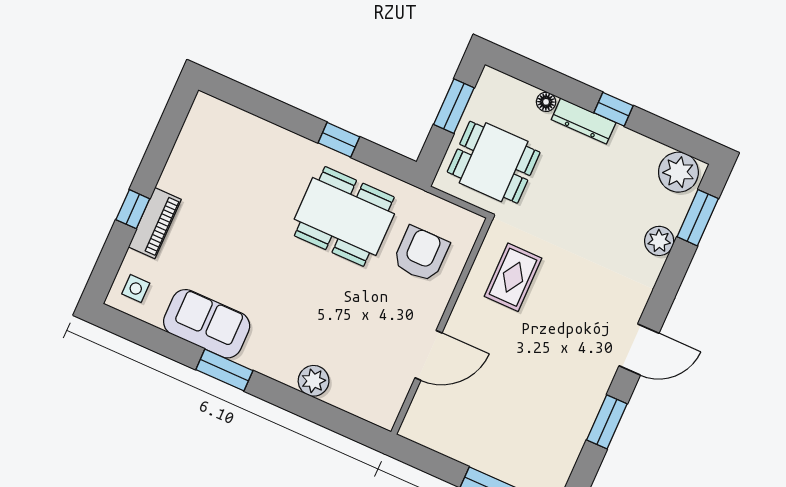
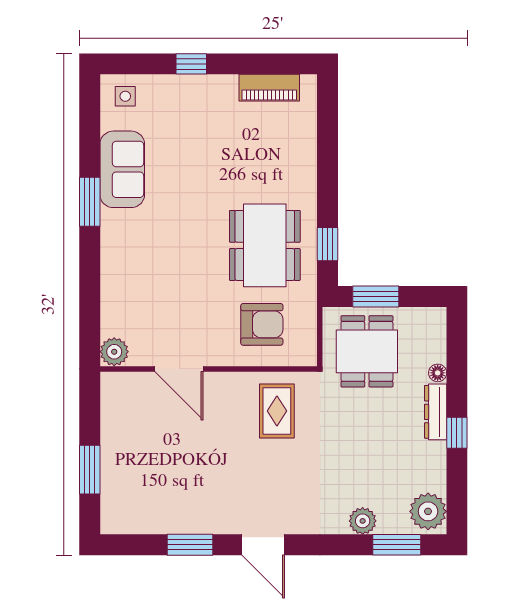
window: (454, 106) -> (376, 297), moved
window: (339, 140) -> (328, 244), moved
piano: (155, 223) -> (269, 88), moved
rug: (513, 277) -> (277, 411), turned 90
plant: (314, 381) -> (114, 352), moved

